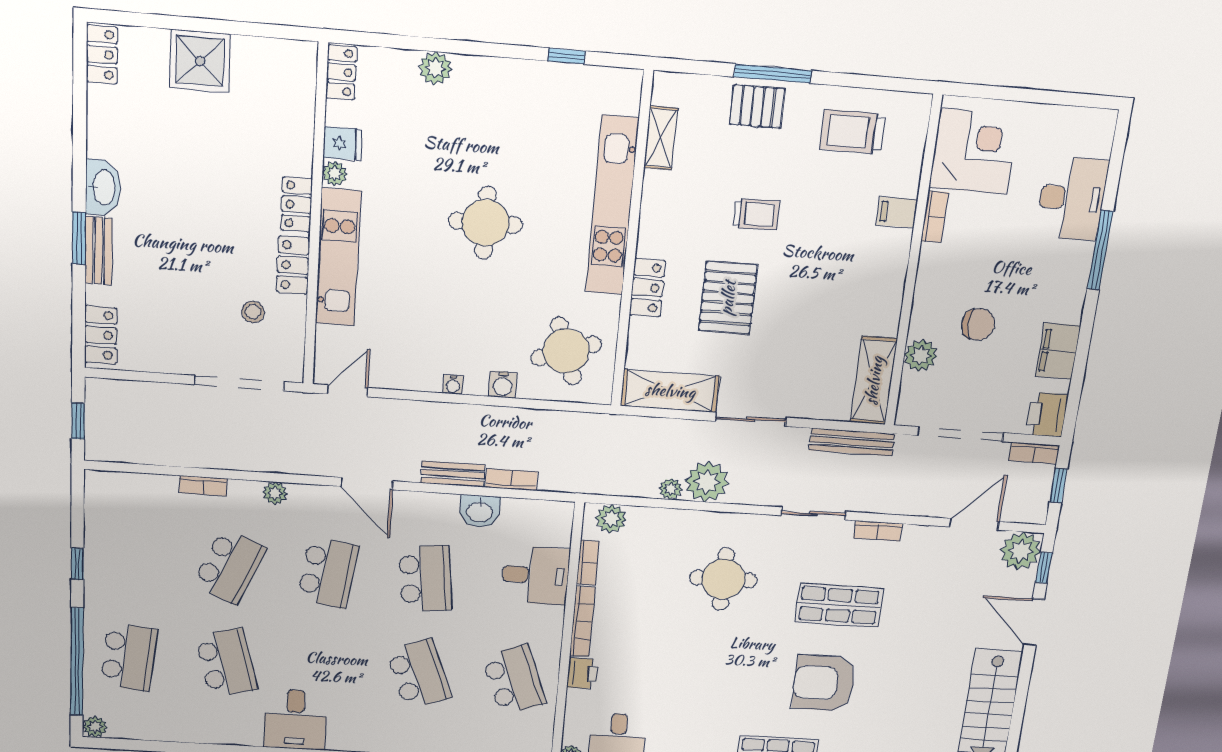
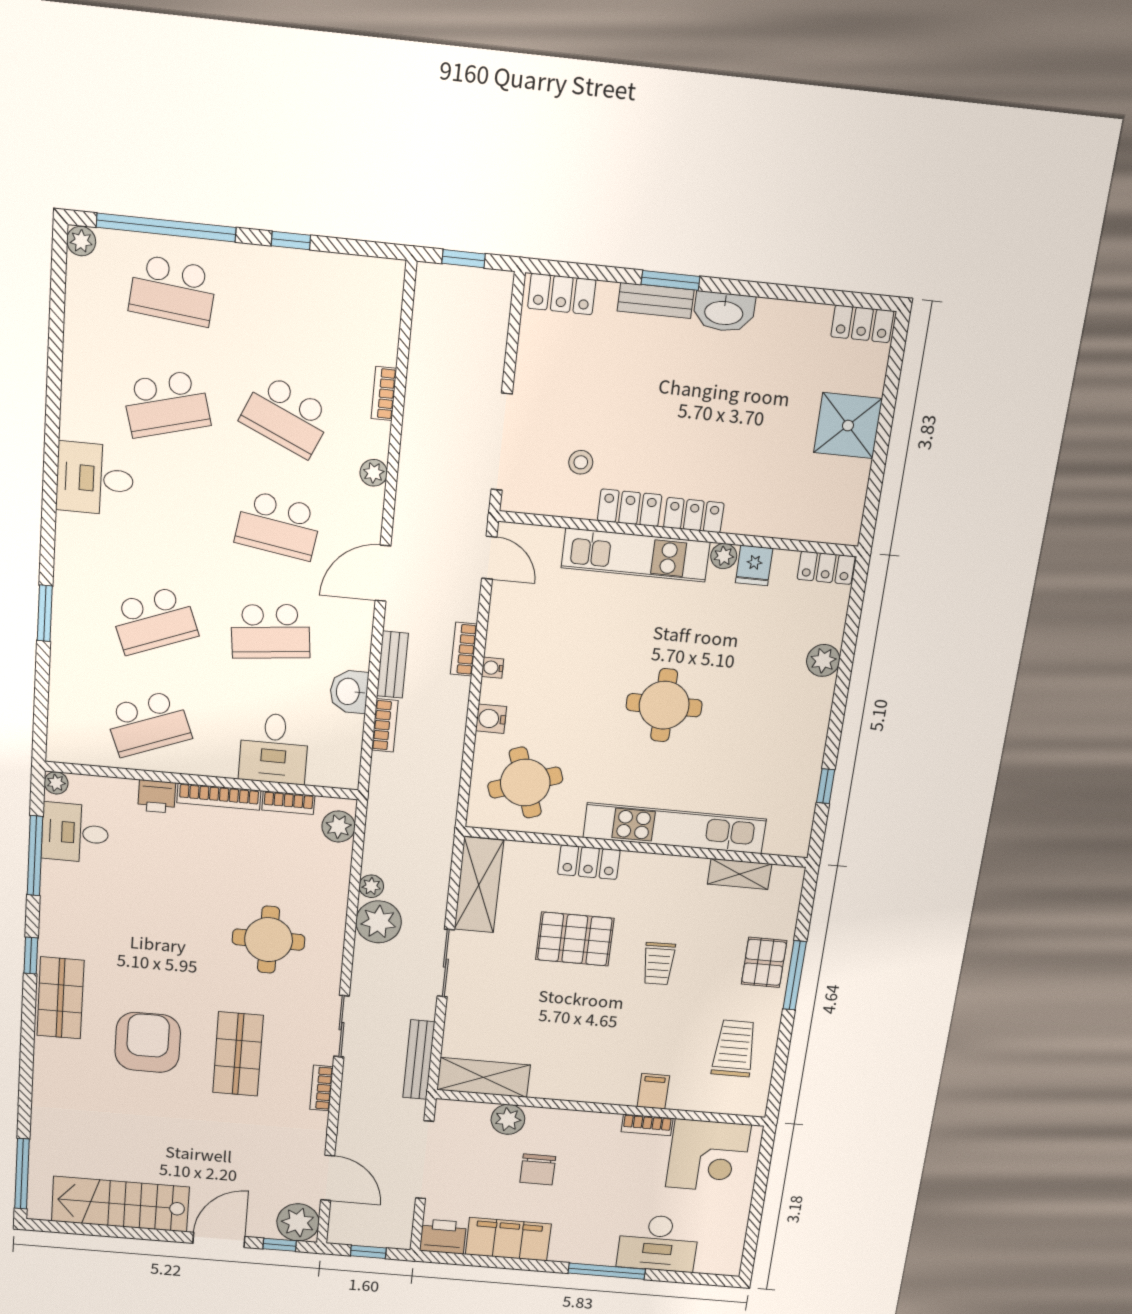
filing cabinet: (1058, 351) -> (508, 1239), width x1.50, depth x1.17
bookcase: (1034, 453) -> (464, 649), moved

